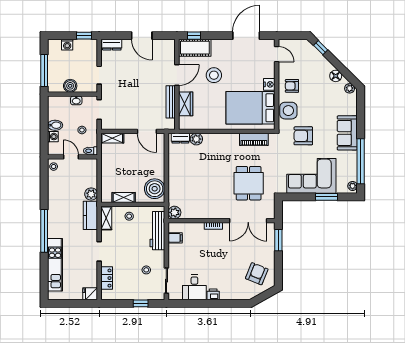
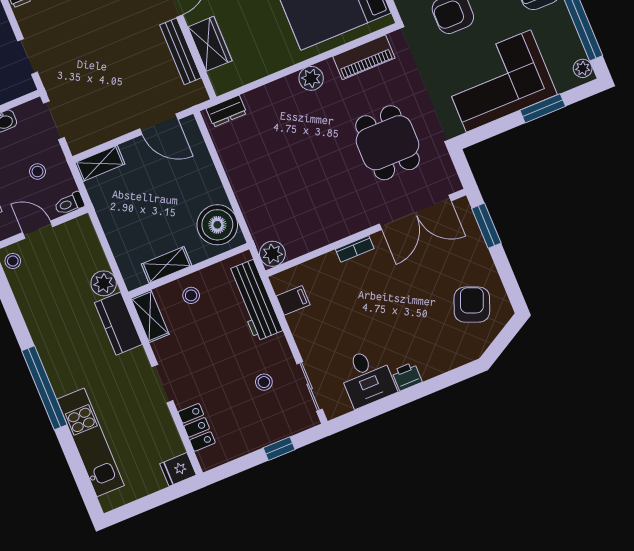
plant: (196, 139) -> (311, 78), moved

